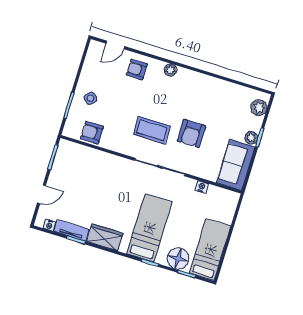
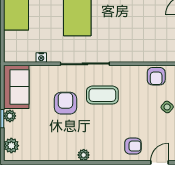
plant: (170, 70) -> (84, 155), moved
armchair: (92, 133) -> (156, 76), turned 90

